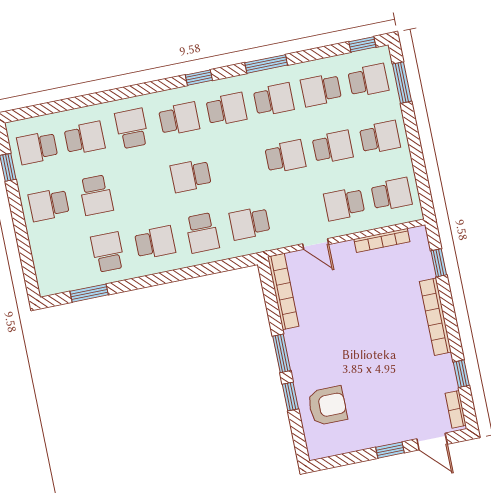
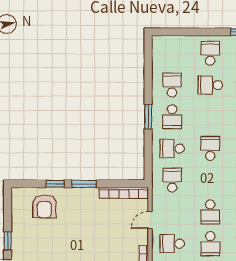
school desk: (344, 204) -> (172, 244), turned -90
school desk: (108, 252) -> (172, 85), turned -90
window: (89, 293) -> (148, 117), moved

